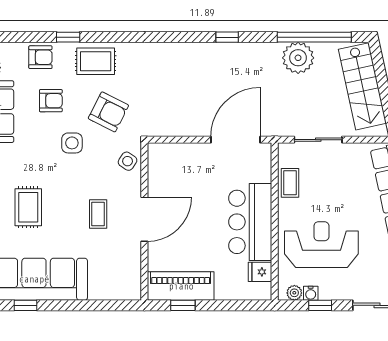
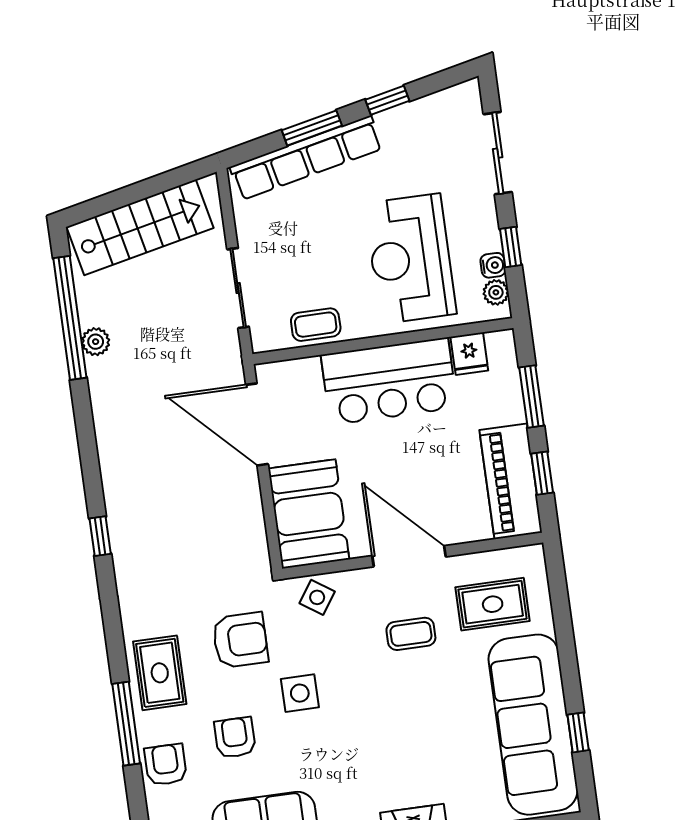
window: (68, 37) -> (126, 724), width x2.17
window: (227, 37) -> (100, 536), moved
plant: (298, 58) -> (96, 342), width x0.53, depth x0.53
armchair: (108, 112) -> (240, 640), turned 63
booth: (178, 163) -> (309, 514), added
rug: (28, 207) -> (493, 604), moved
window: (229, 305) -> (531, 397), added

